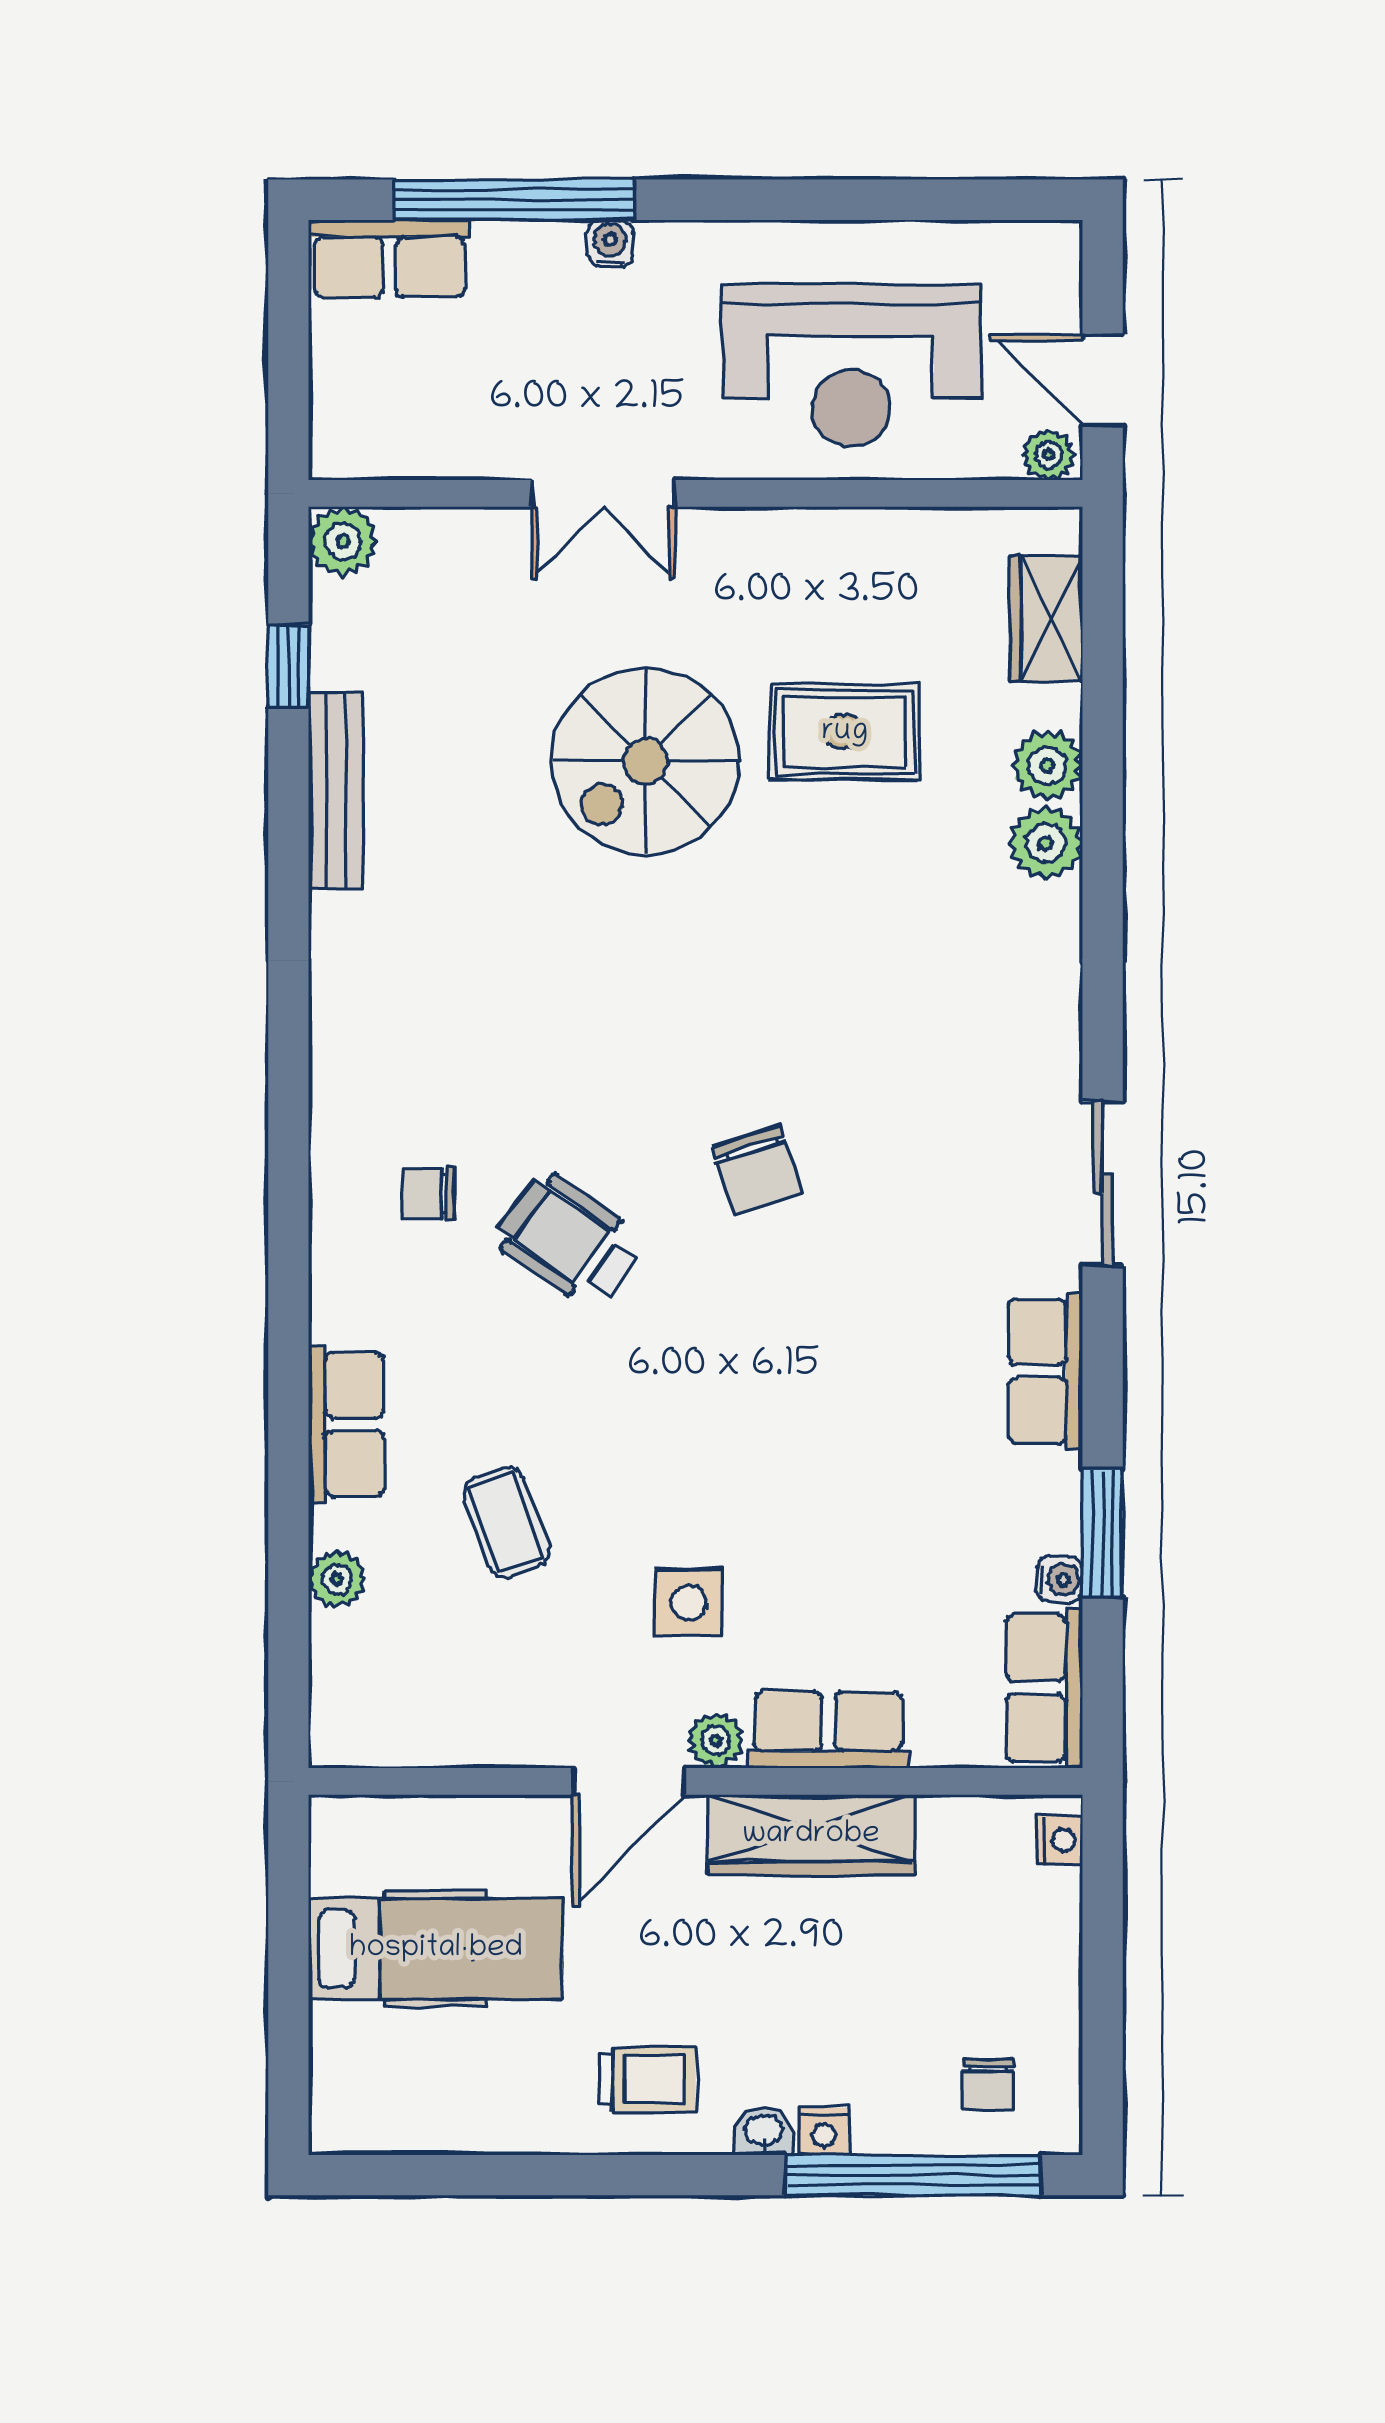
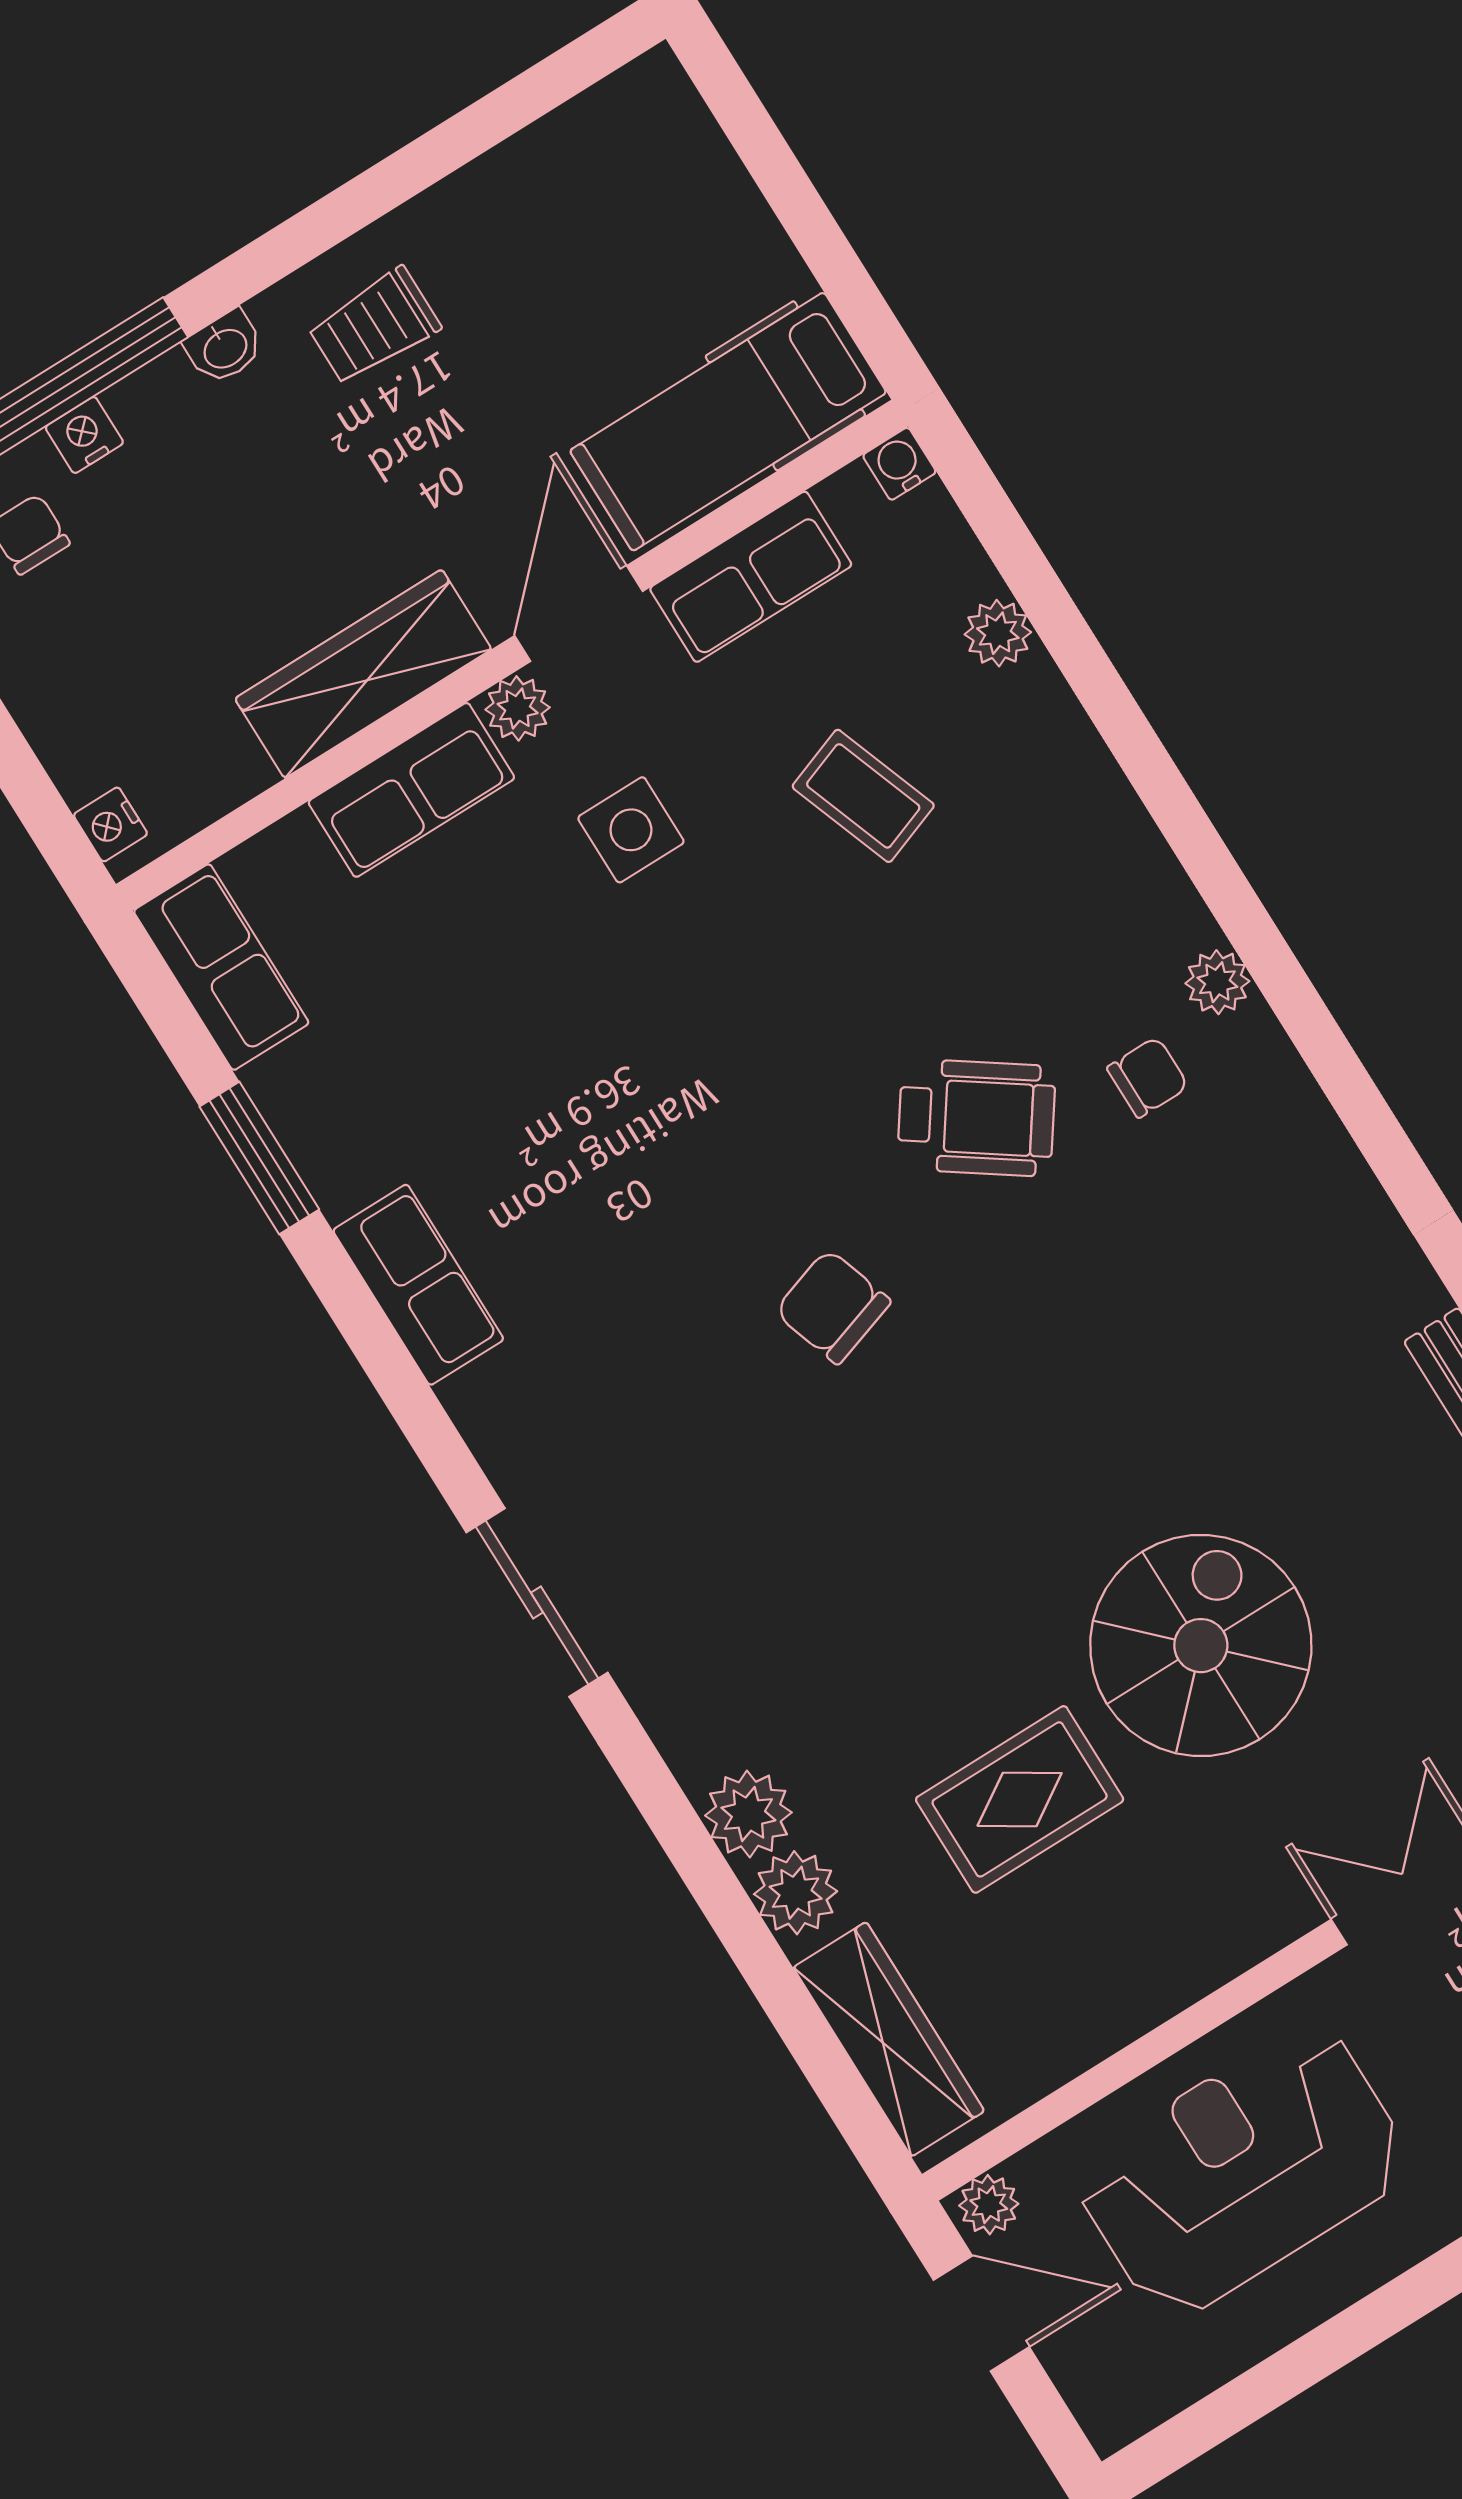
wardrobe: (1046, 618) -> (889, 2039), width x1.50
sliding door: (1103, 1184) -> (537, 1602), moved
plant: (336, 1230) -> (1217, 982), added
row of seats: (346, 1424) -> (751, 577), moved, turned -90
water cooler: (1060, 1579) -> (899, 464), moved, turned 90
hospital bed: (436, 1949) -> (728, 422), moved
nightstand: (824, 2131) -> (84, 435), moved

